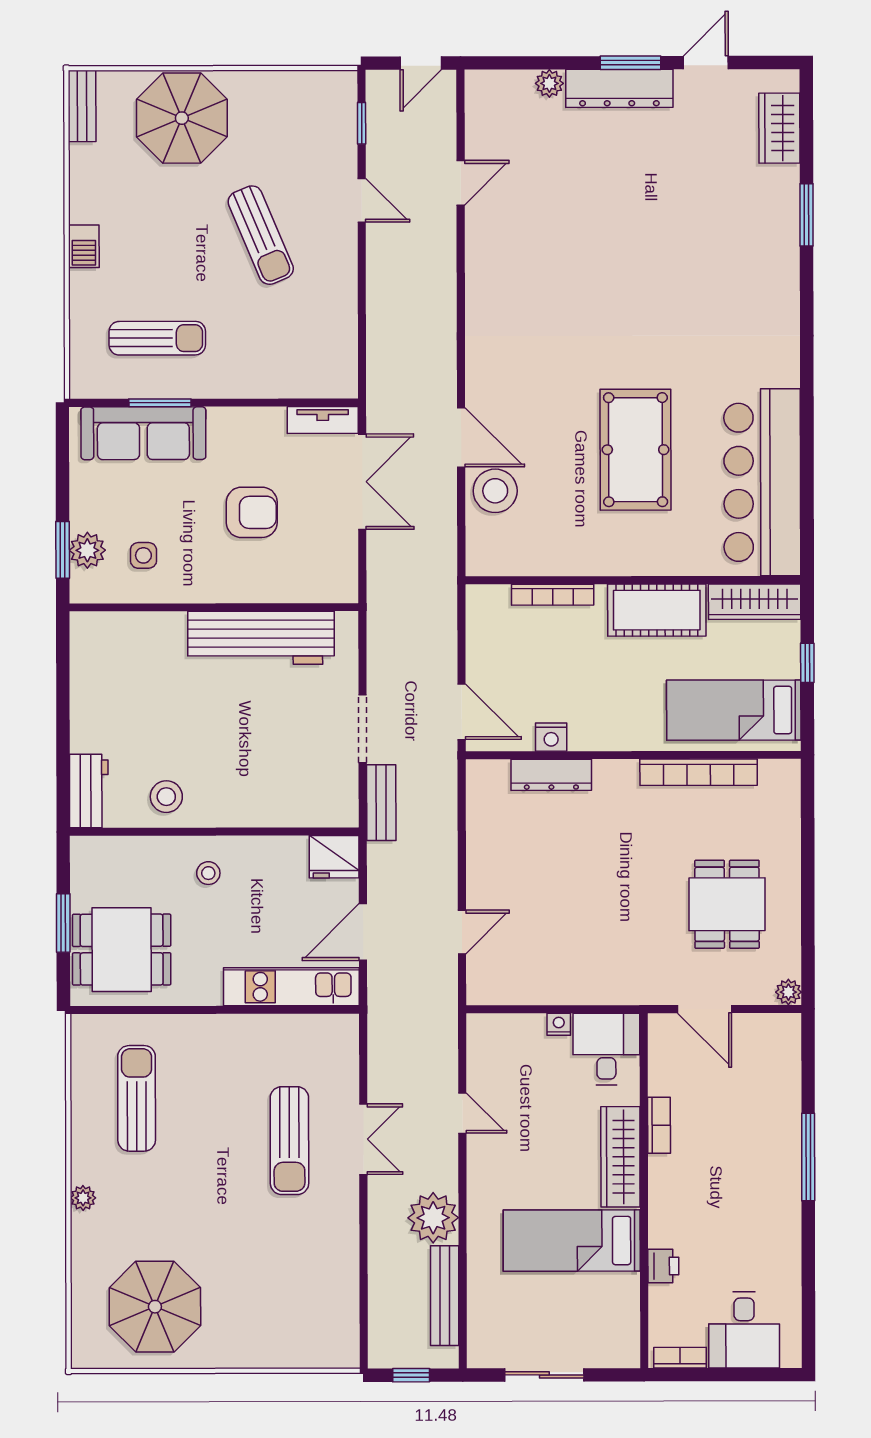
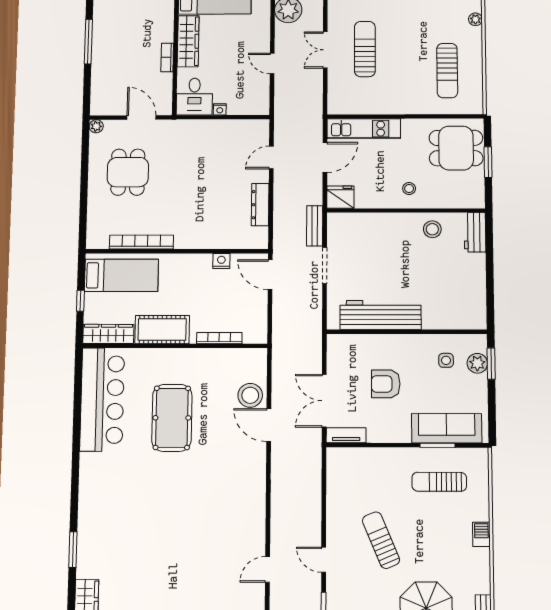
dresser: (551, 775) -> (260, 205), moved, turned -90

